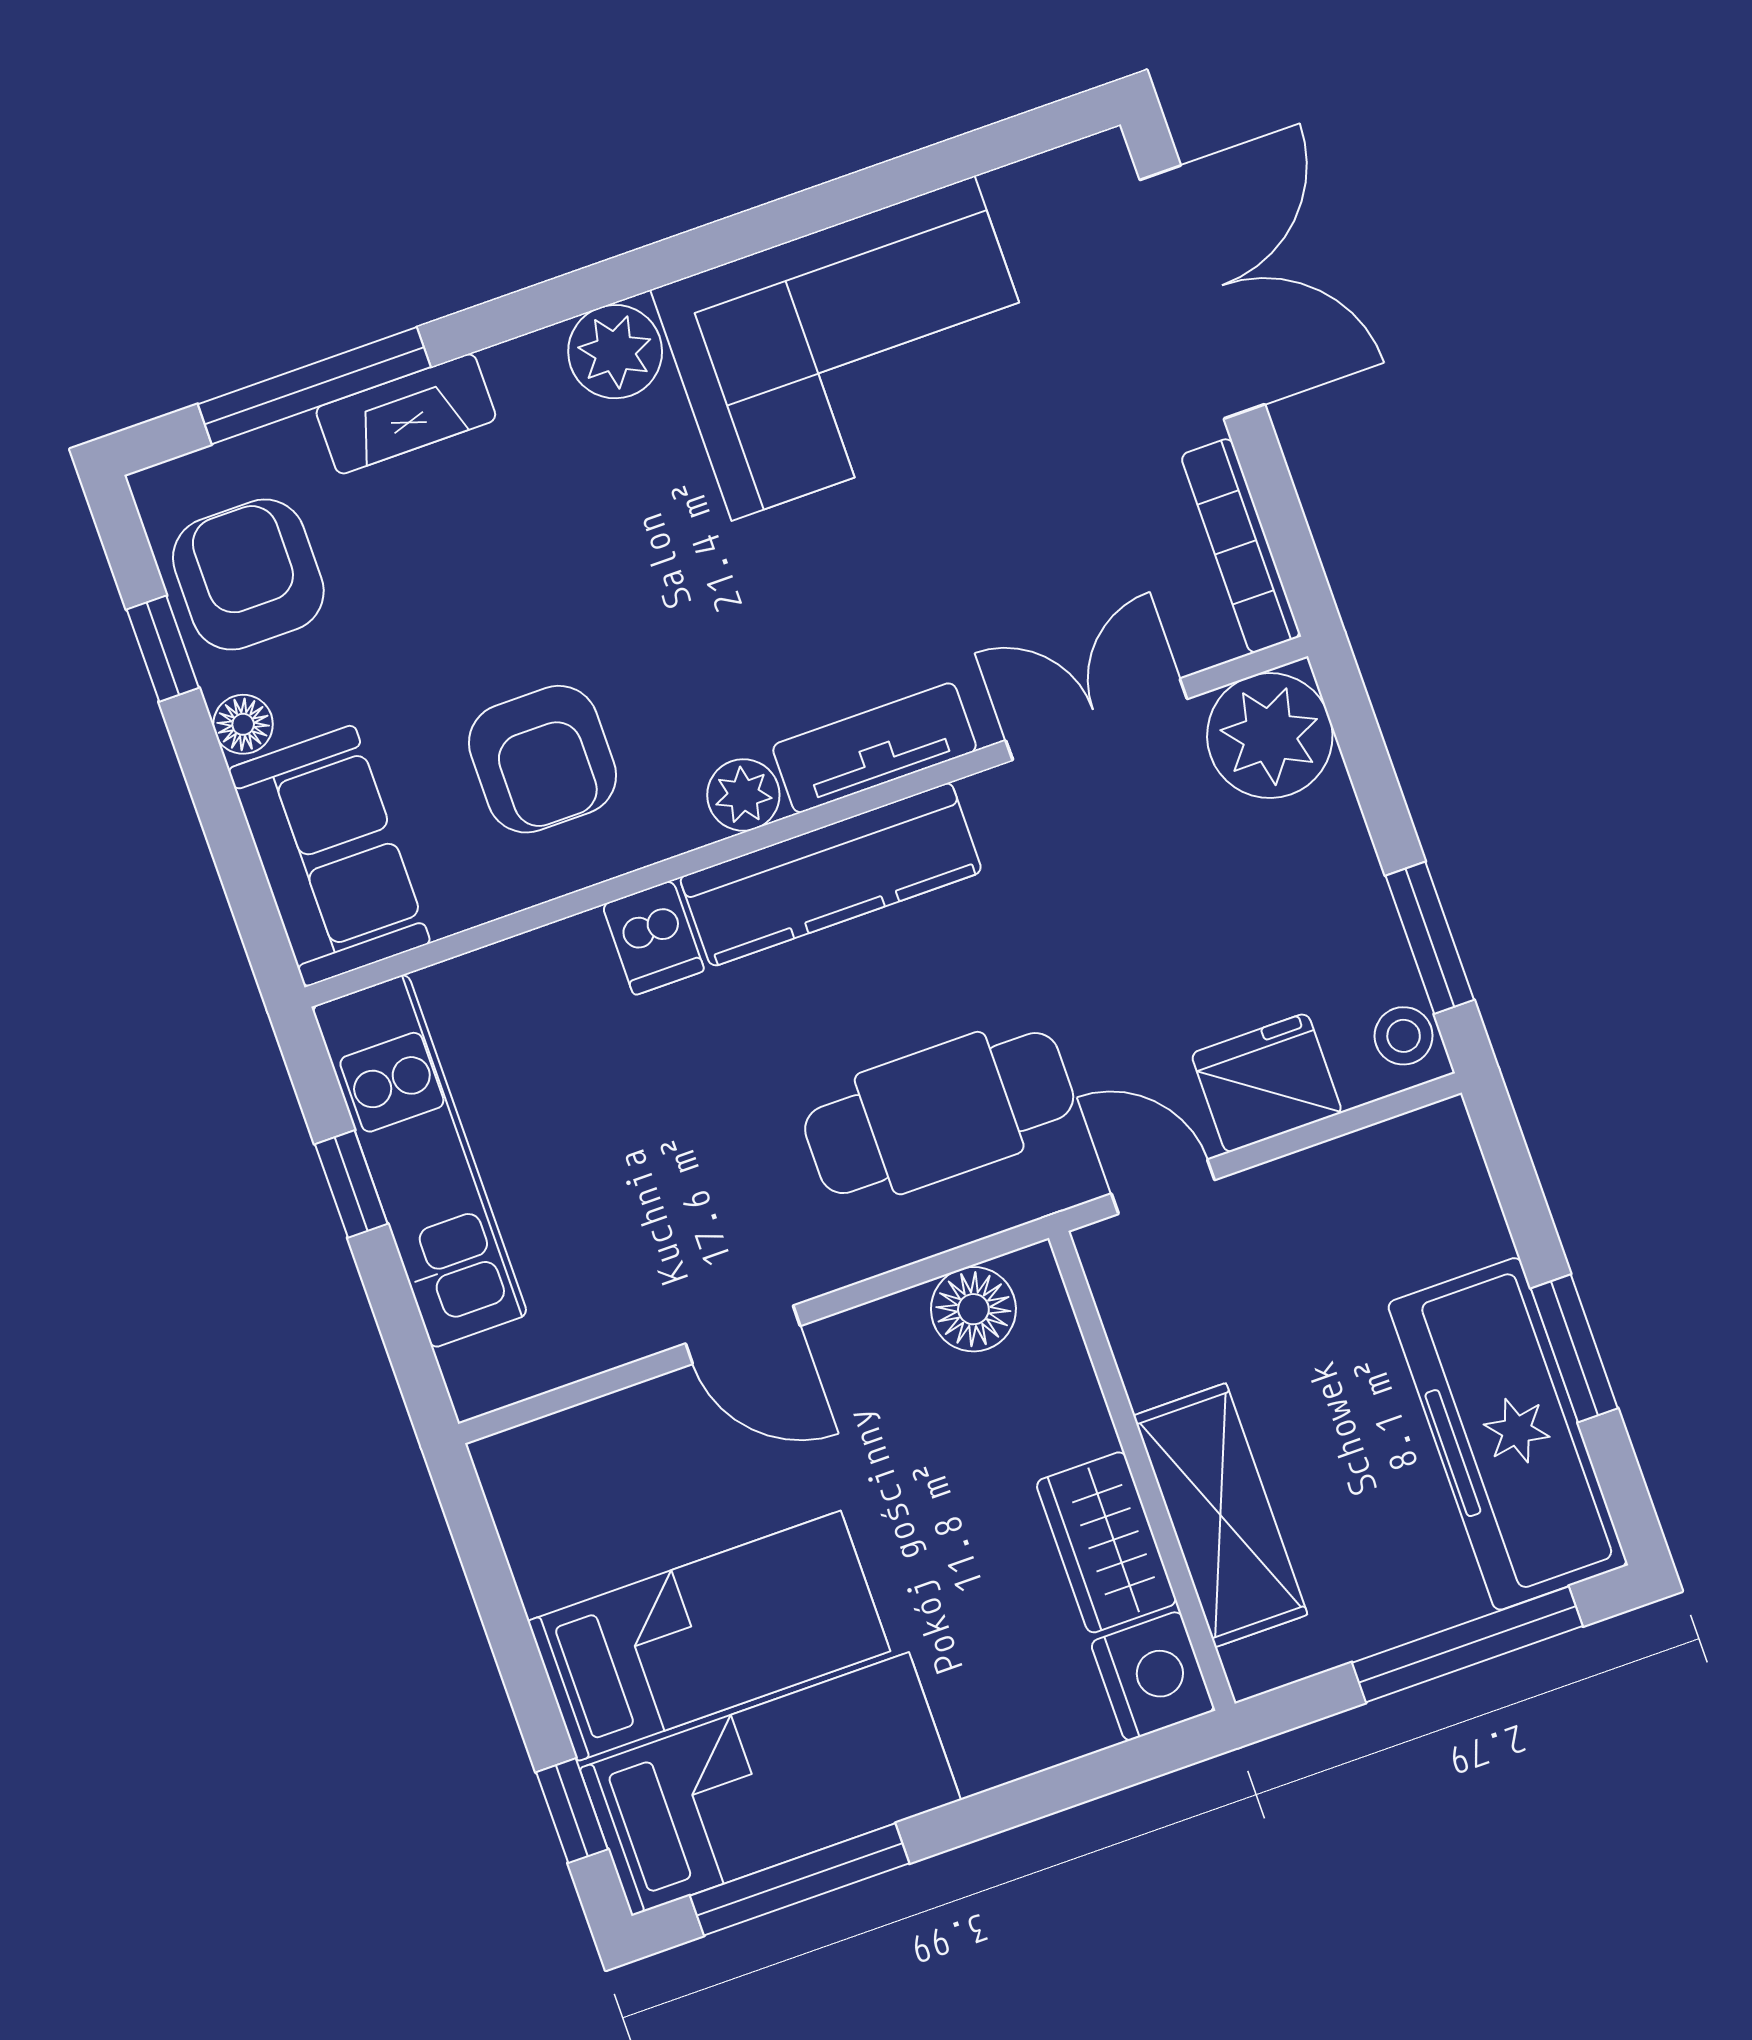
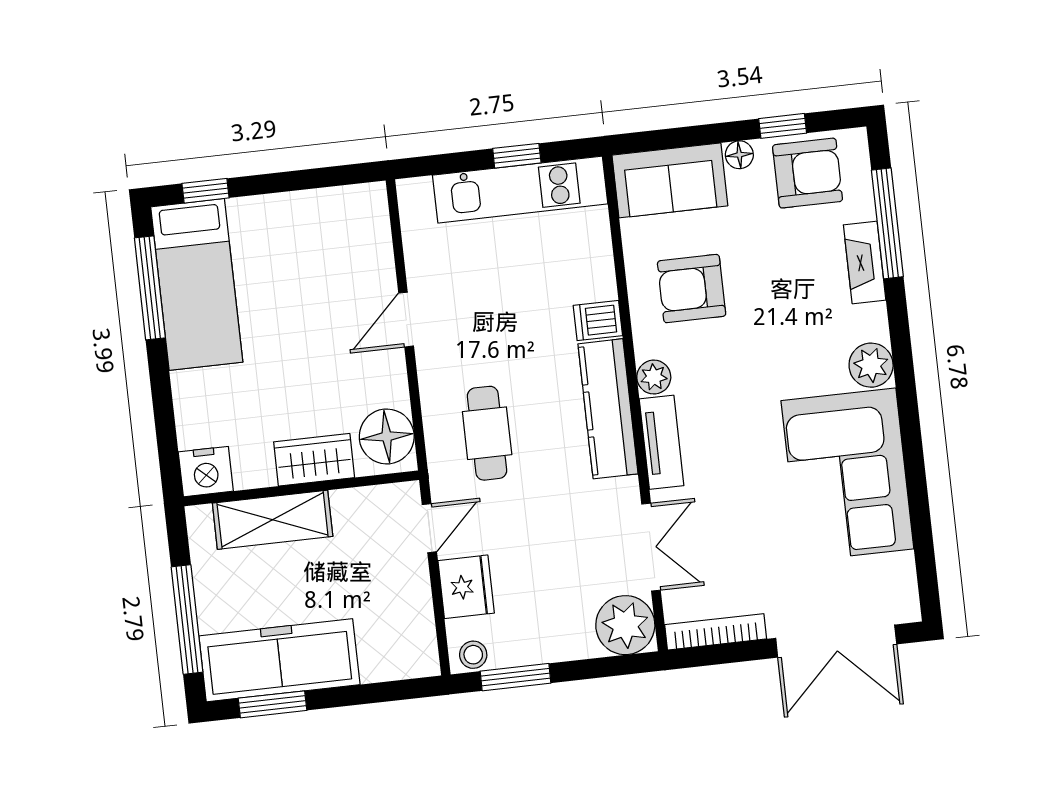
cafe table: (939, 1113) -> (487, 433), width x0.73, depth x0.74
floor lamp: (973, 1309) -> (387, 436), width x1.38, depth x1.38
window: (1574, 1348) -> (272, 704), moved
wardrobe: (1106, 1542) -> (314, 460), moved
bed: (709, 1636) -> (271, 272), removed

